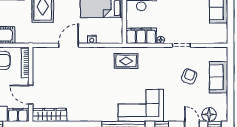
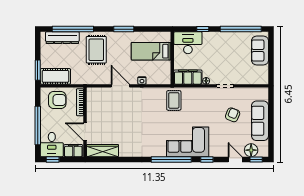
door: (69, 45) -> (120, 86), hinge flipped
rug: (126, 61) -> (174, 100), turned 90
sofa: (219, 77) -> (260, 121), width x1.36

